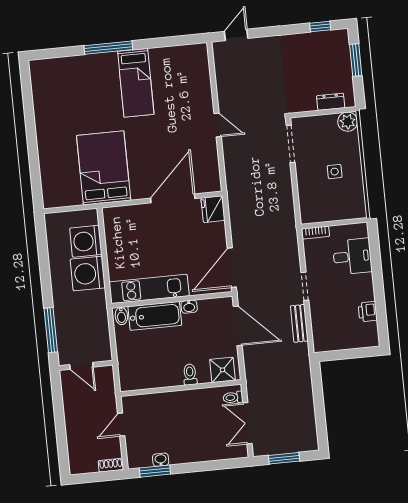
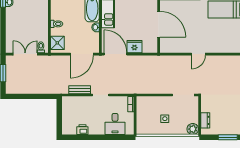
fridge: (213, 209) -> (134, 47), moved

